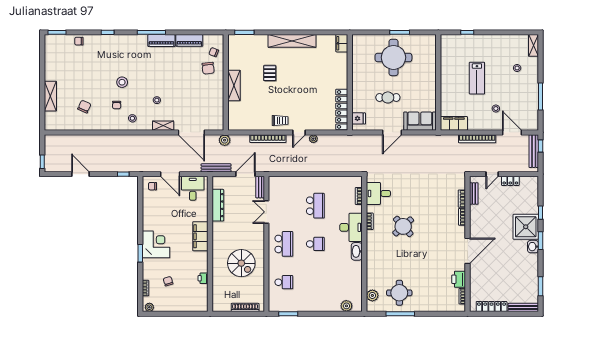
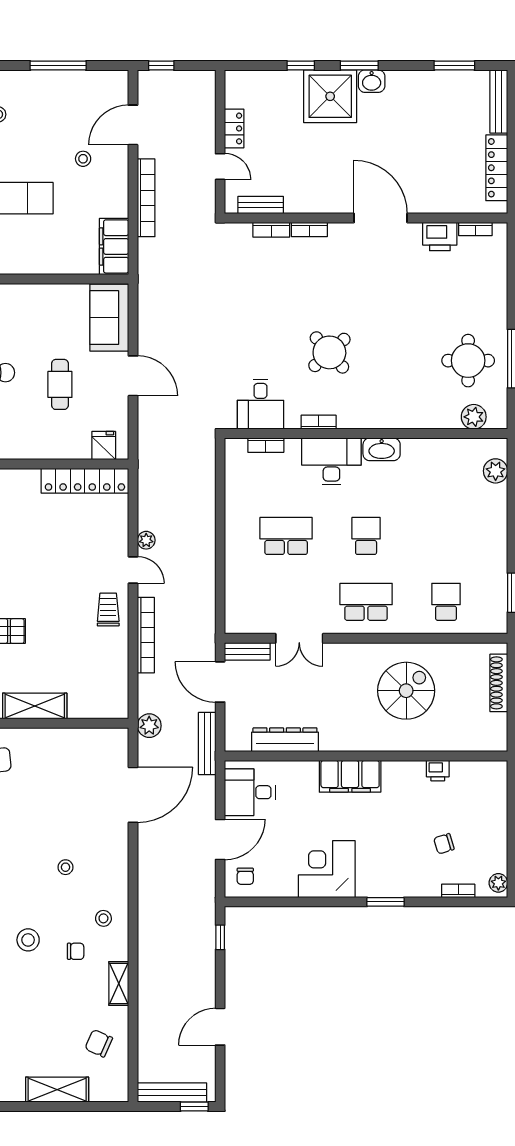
chair: (84, 107) -> (99, 1043), moved
shelving: (163, 126) -> (119, 983), moved
bench: (534, 151) -> (172, 1093), moved
corner desk: (156, 244) -> (327, 869), moved

